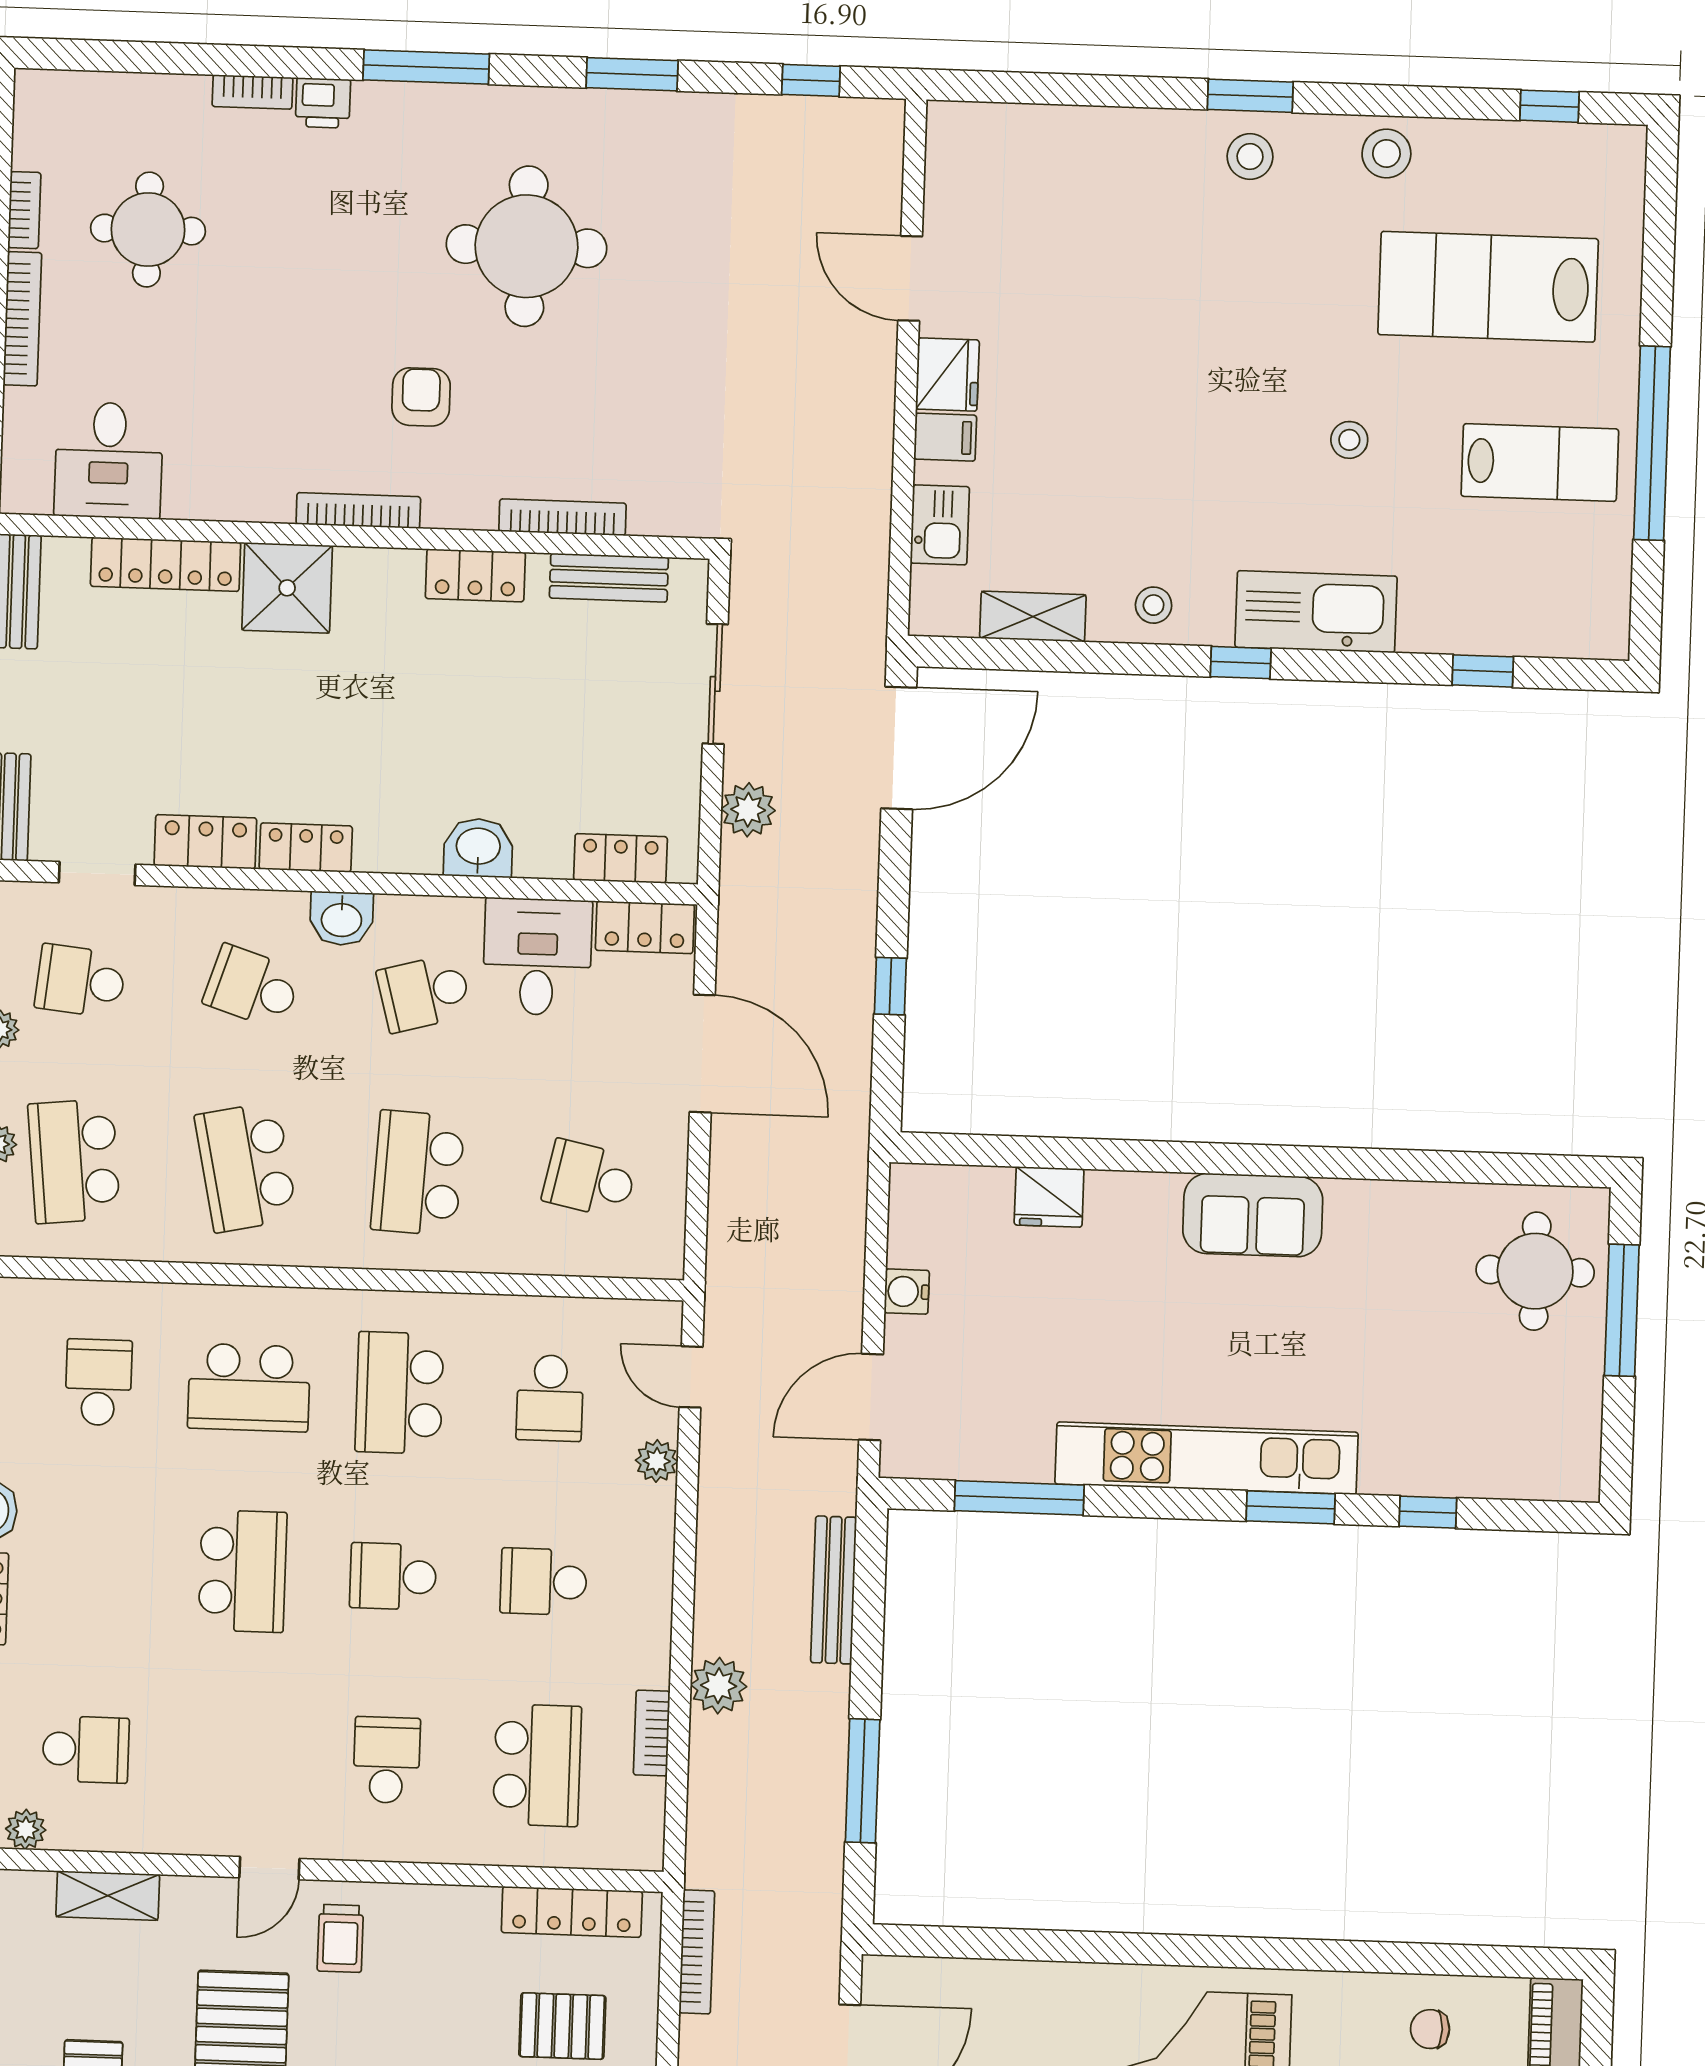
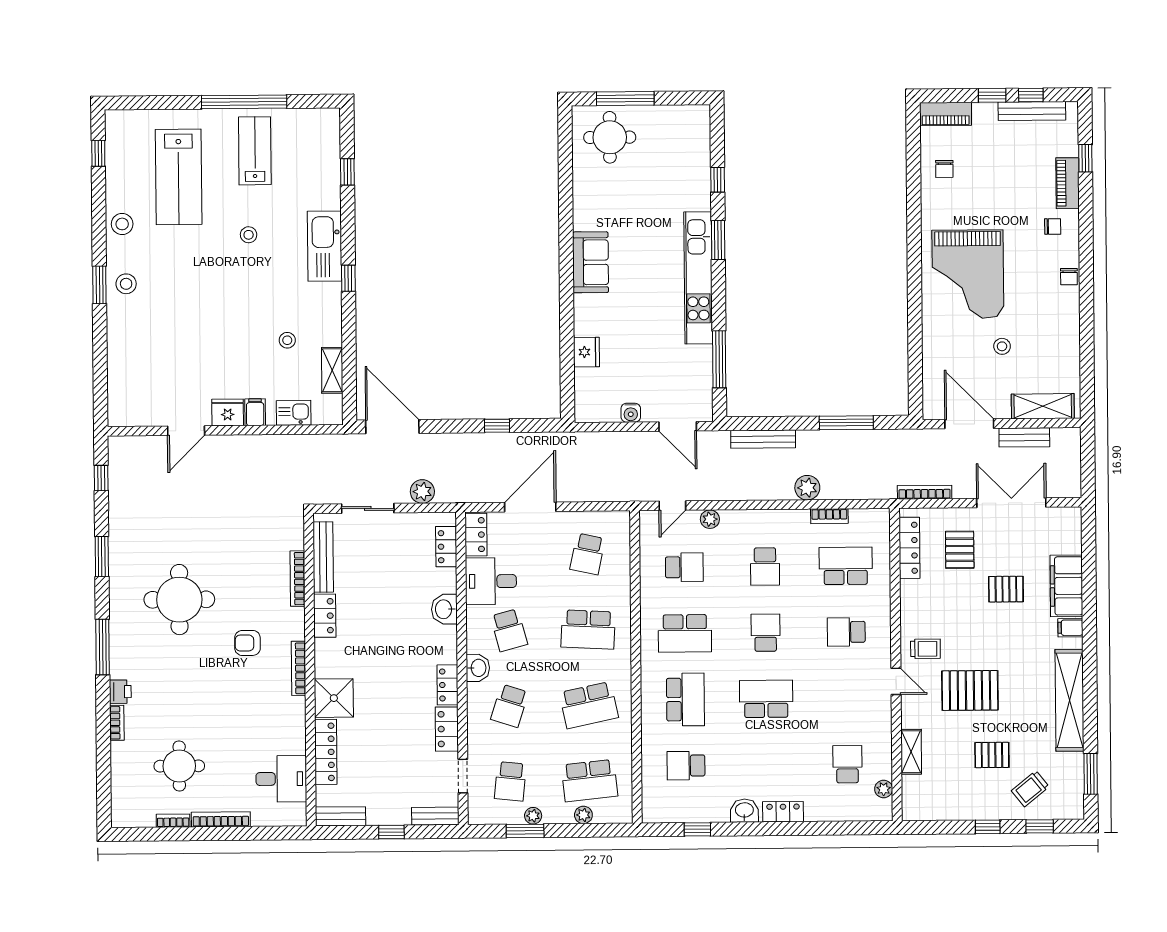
bench: (609, 578) -> (323, 557), width x1.36
stool: (1154, 605) -> (287, 340), moved
school desk: (393, 1576) -> (766, 633), turned 180

